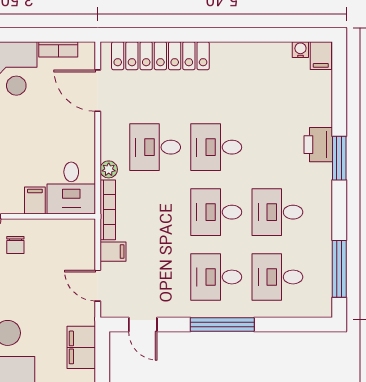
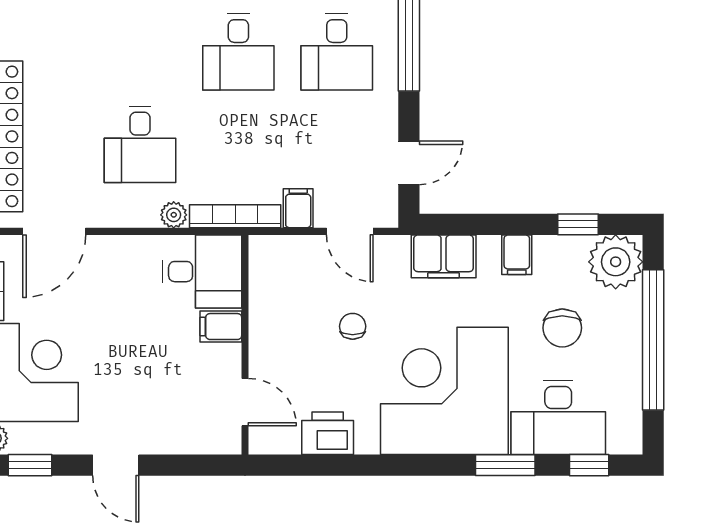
desk: (216, 147) -> (140, 52), removed
chair: (15, 245) -> (353, 326), moved, turned -90
door: (98, 286) -> (350, 231), hinge flipped

